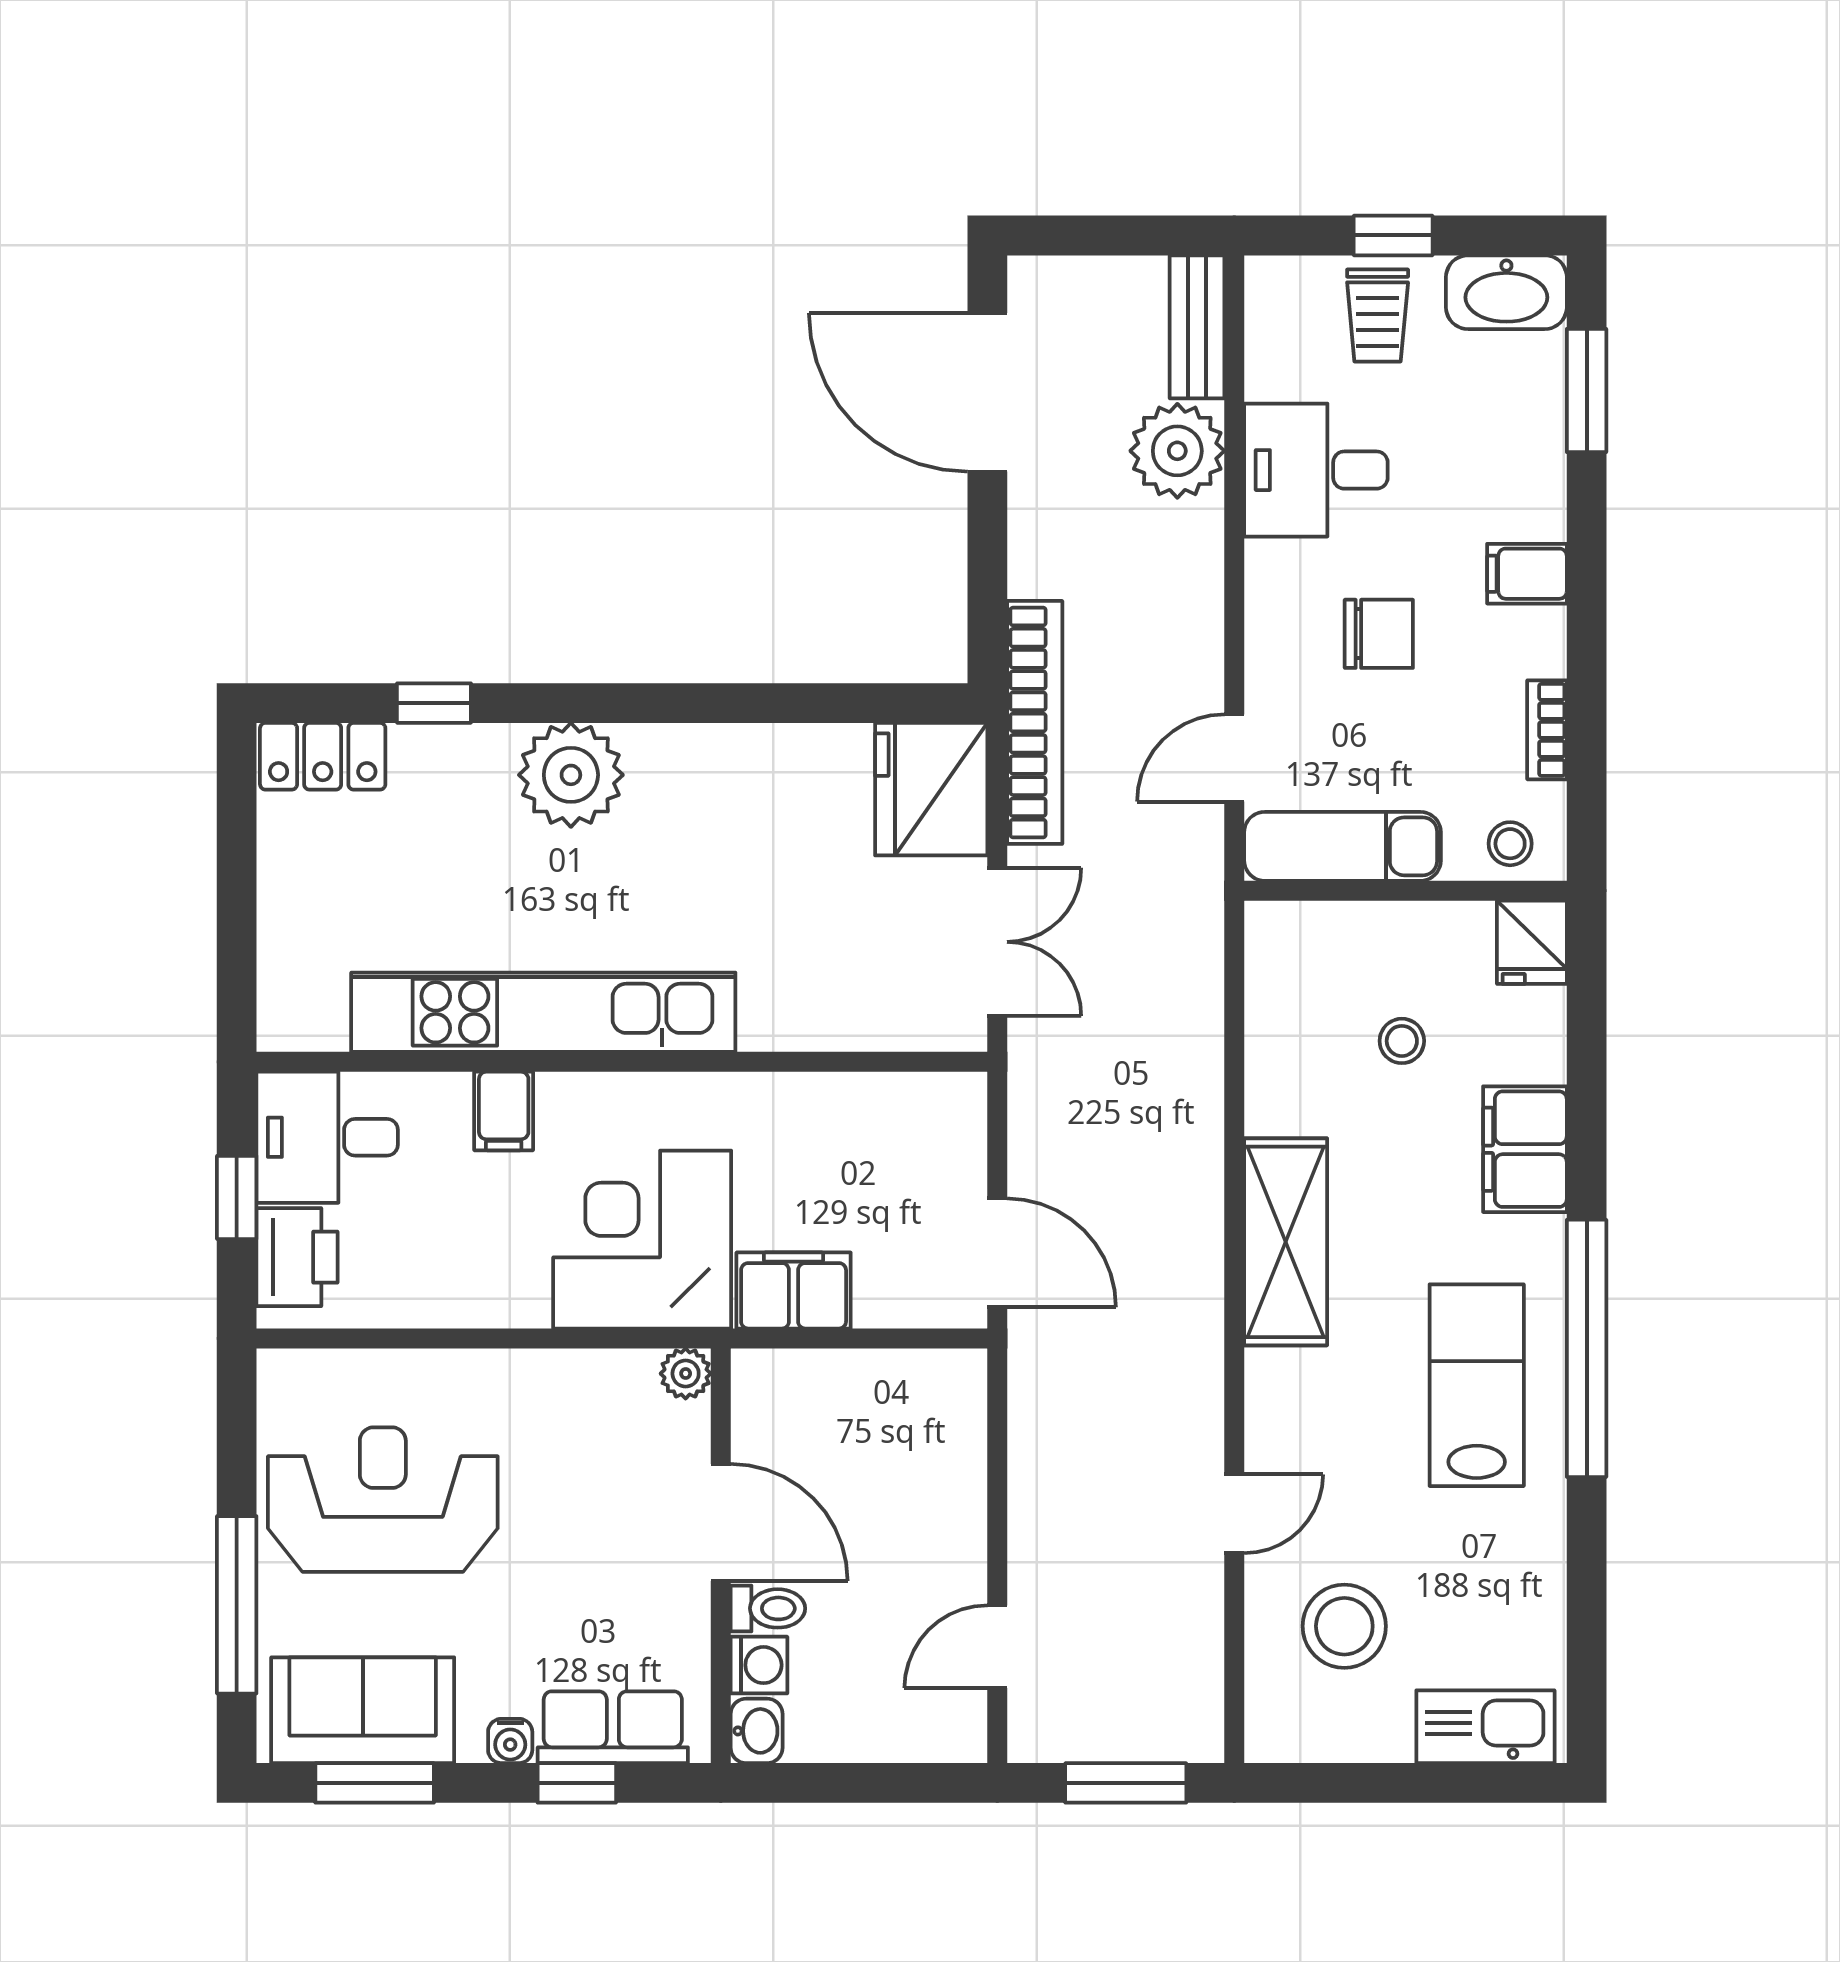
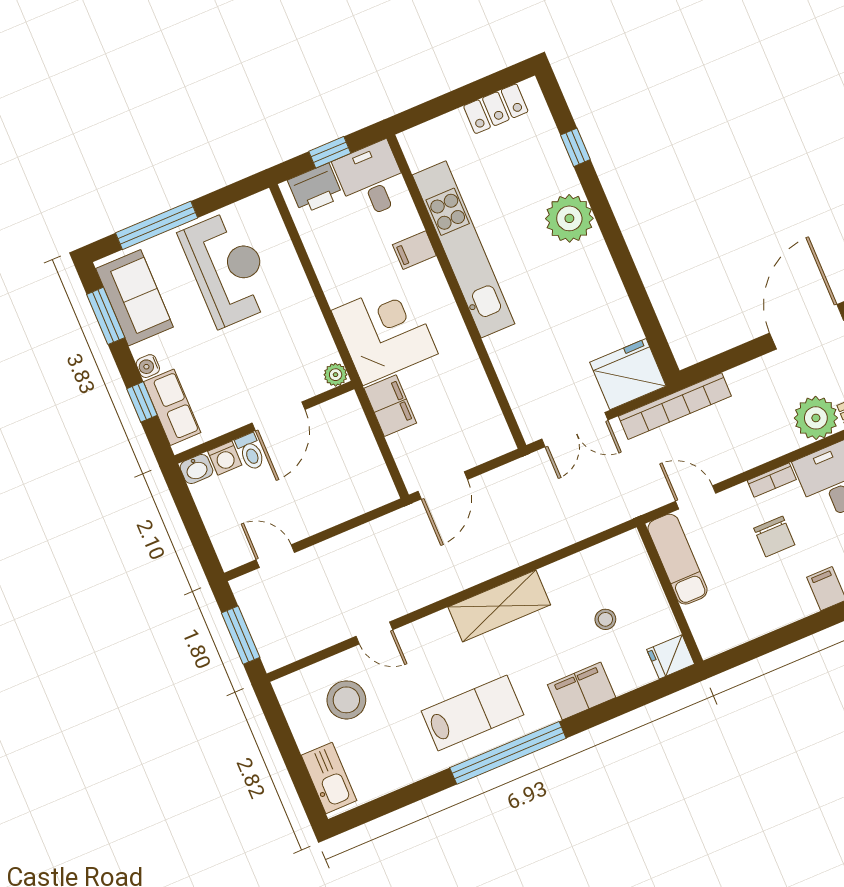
bookcase: (1547, 730) -> (772, 480), moved, turned 180
locker: (323, 756) -> (496, 109), moved, turned -90
stool: (1510, 844) -> (709, 630), removed

